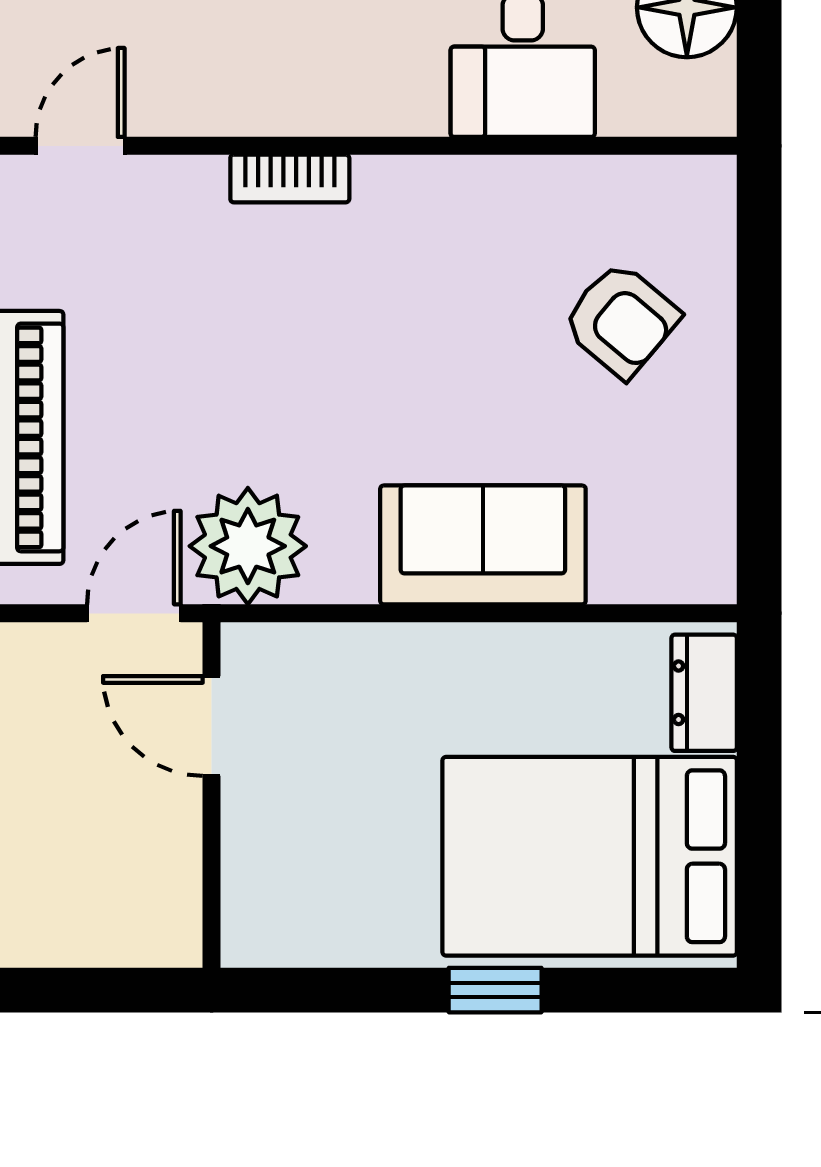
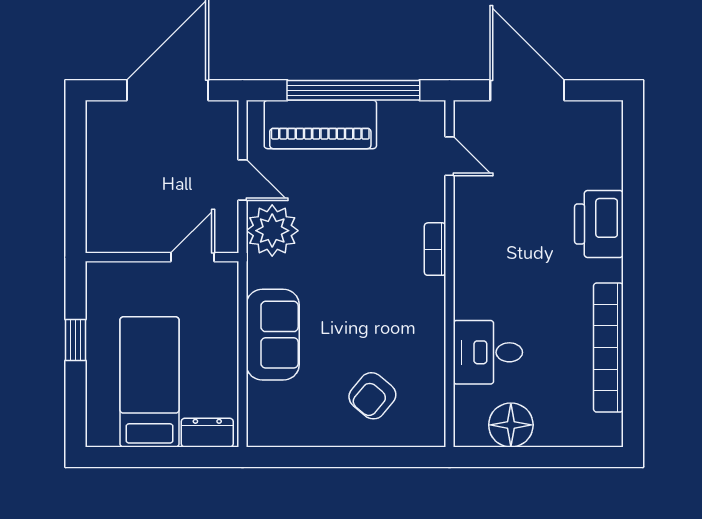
door: (212, 726) -> (193, 257), moved
wall: (212, 795) -> (162, 257), moved
bed: (590, 856) -> (150, 382), width x0.67

